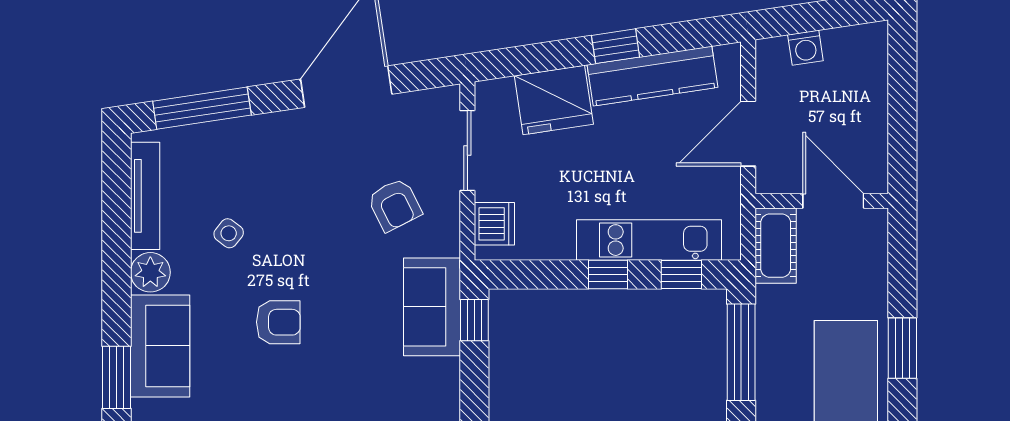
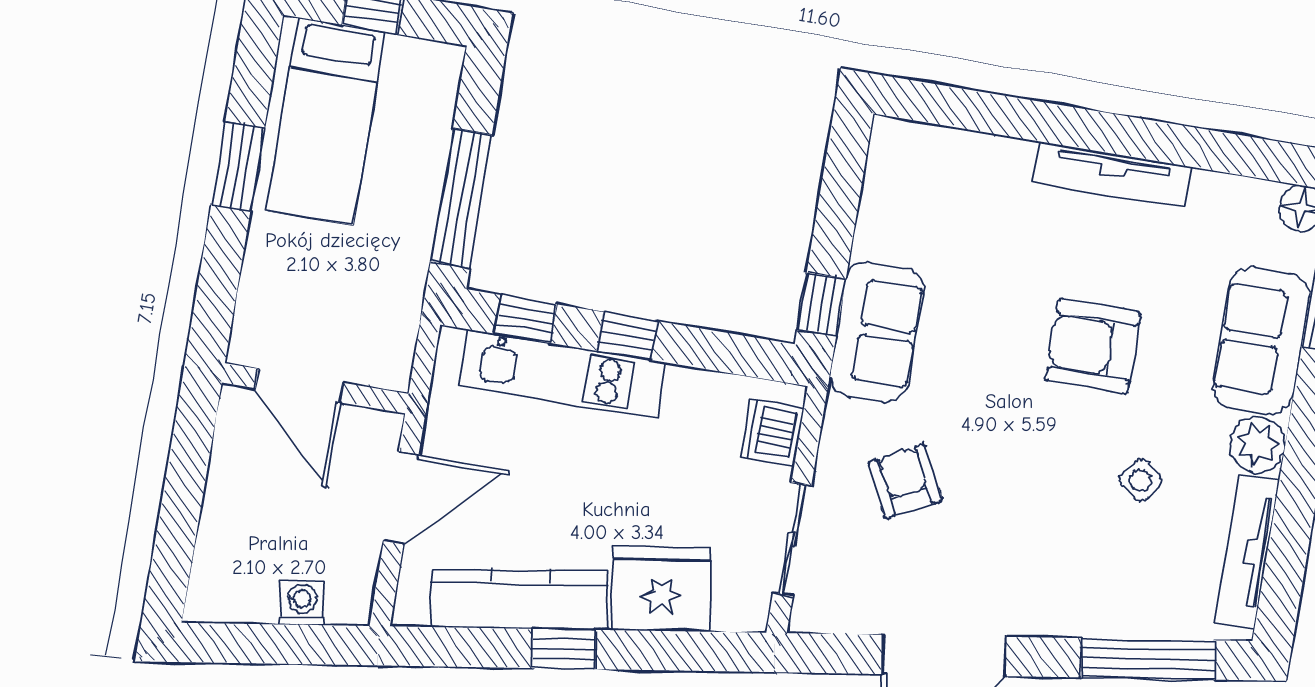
cot: (776, 246) -> (389, 337), removed
armchair: (278, 322) -> (1093, 346), width x1.38, depth x1.38

